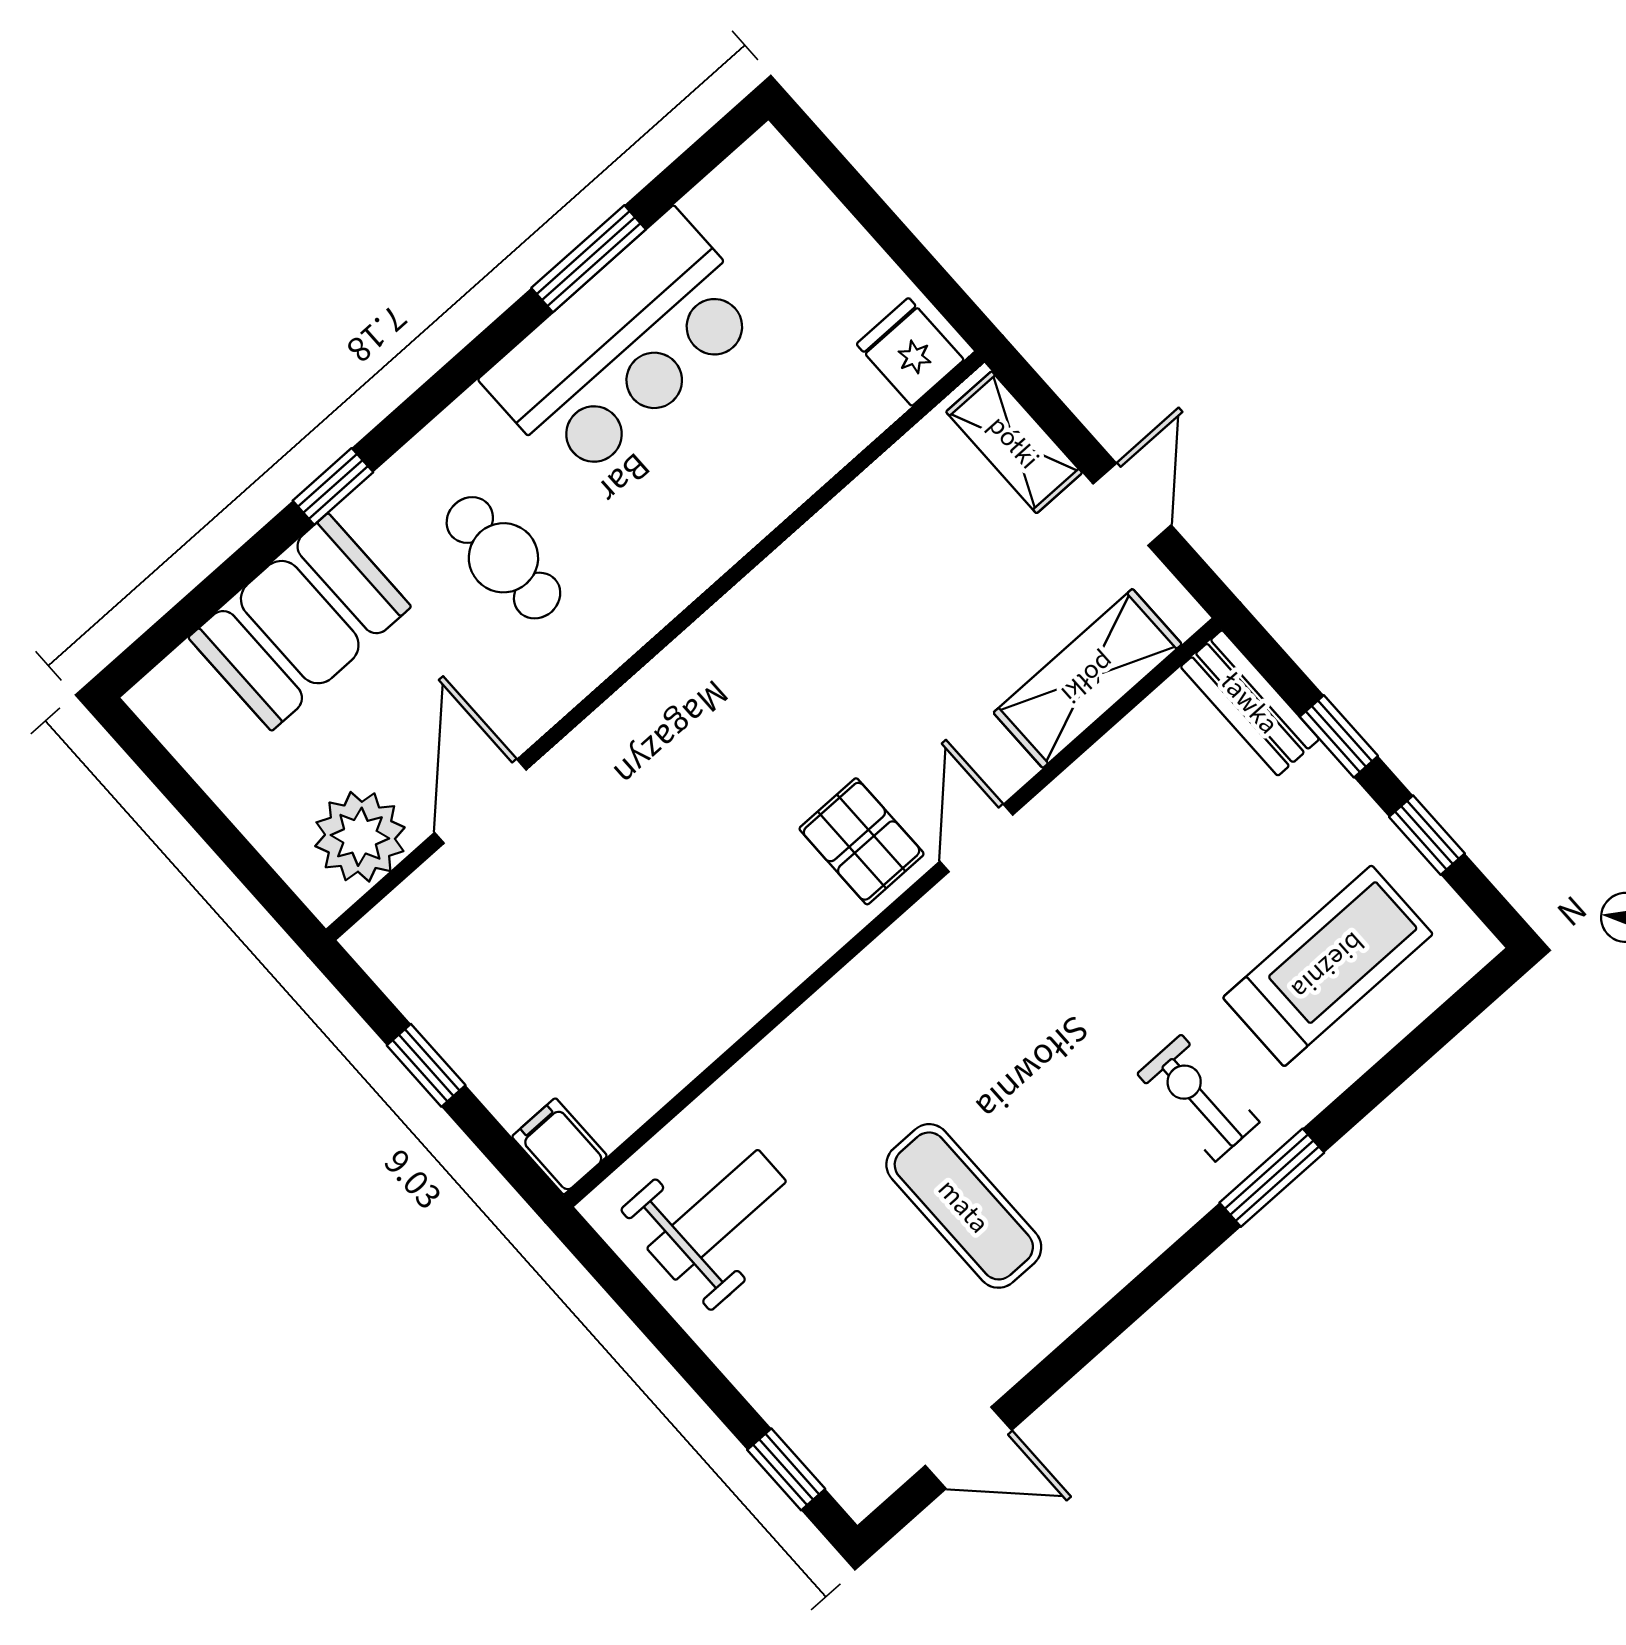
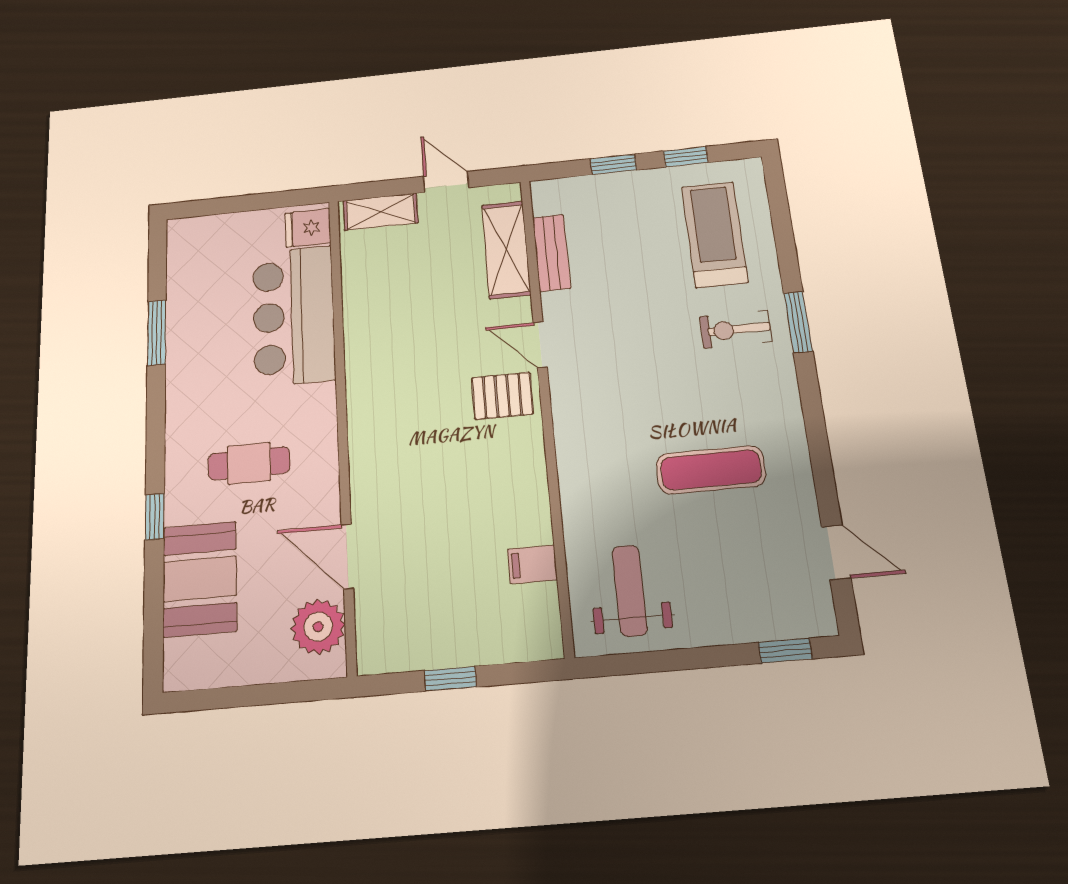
bar counter: (624, 347) -> (294, 316), moved, turned 180
bench: (1250, 703) -> (552, 253), moved, turned 90
filing cabinet: (560, 1146) -> (532, 564), moved
door: (968, 1448) -> (836, 552), hinge flipped

